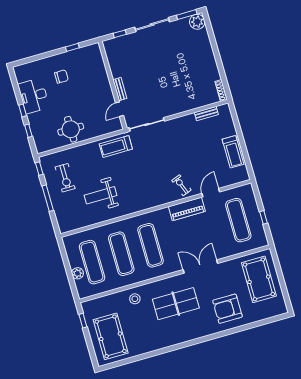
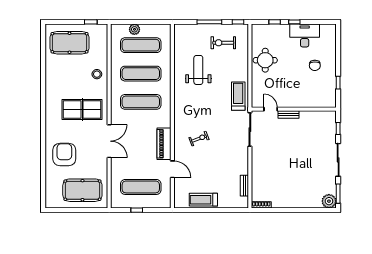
exercise bike: (181, 185) -> (199, 139), moved
table tennis table: (176, 304) -> (82, 110), turned 90

